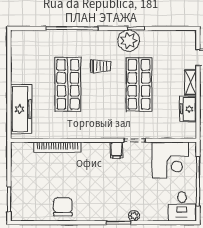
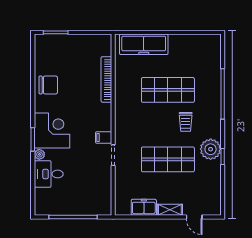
corner desk: (170, 160) -> (52, 131), moved, turned 180
desk: (182, 206) -> (49, 174), moved

